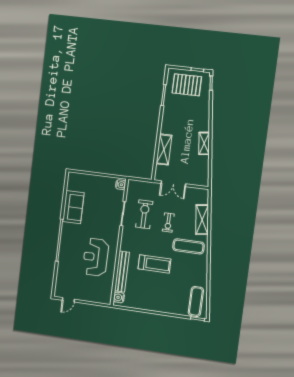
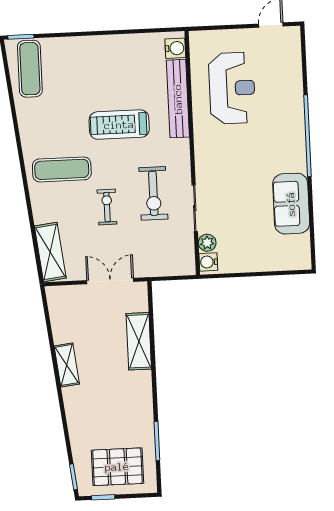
plant: (120, 195) -> (207, 243), added
exercise bike: (144, 214) -> (153, 193), moved
shelving: (202, 220) -> (50, 252), moved
reception desk: (96, 257) -> (232, 88), moved

